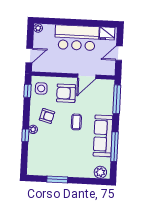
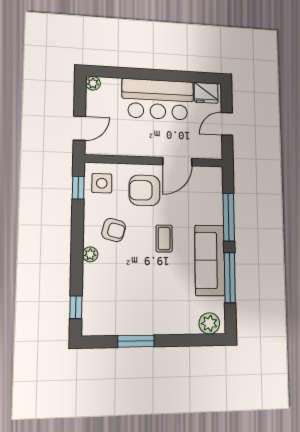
window: (117, 99) -> (229, 217), moved
window: (25, 135) -> (76, 307), moved

